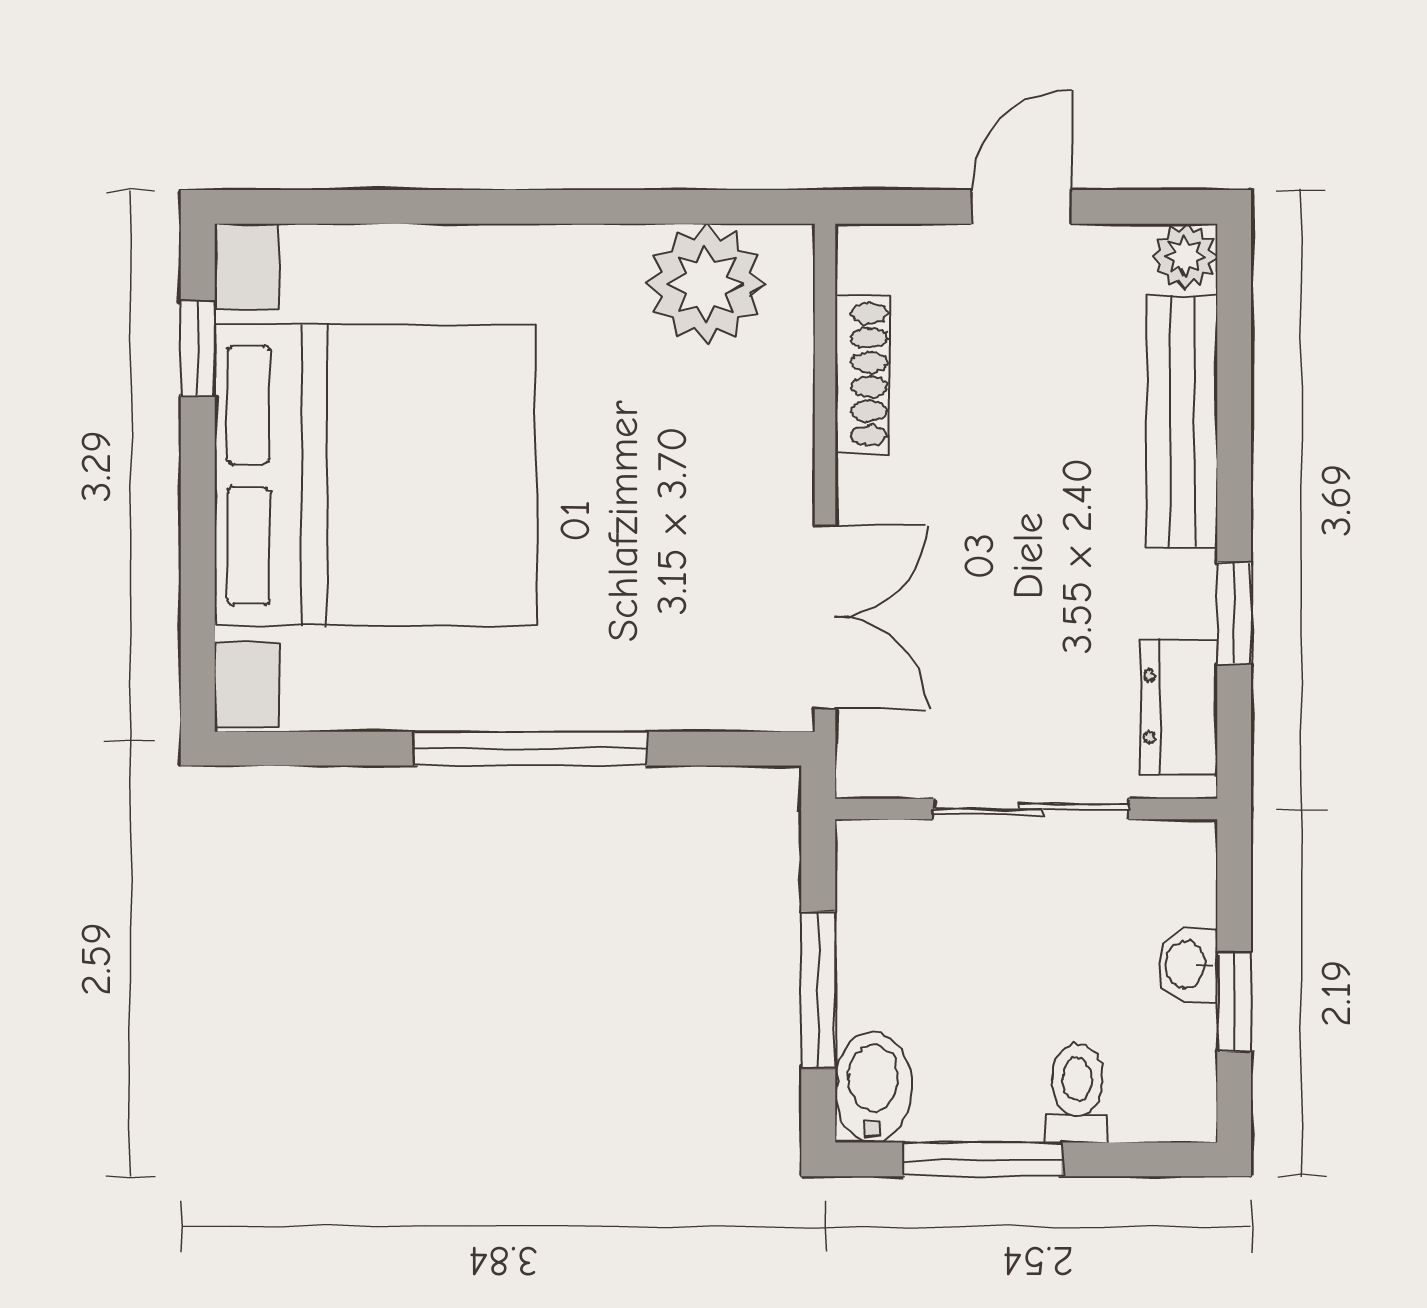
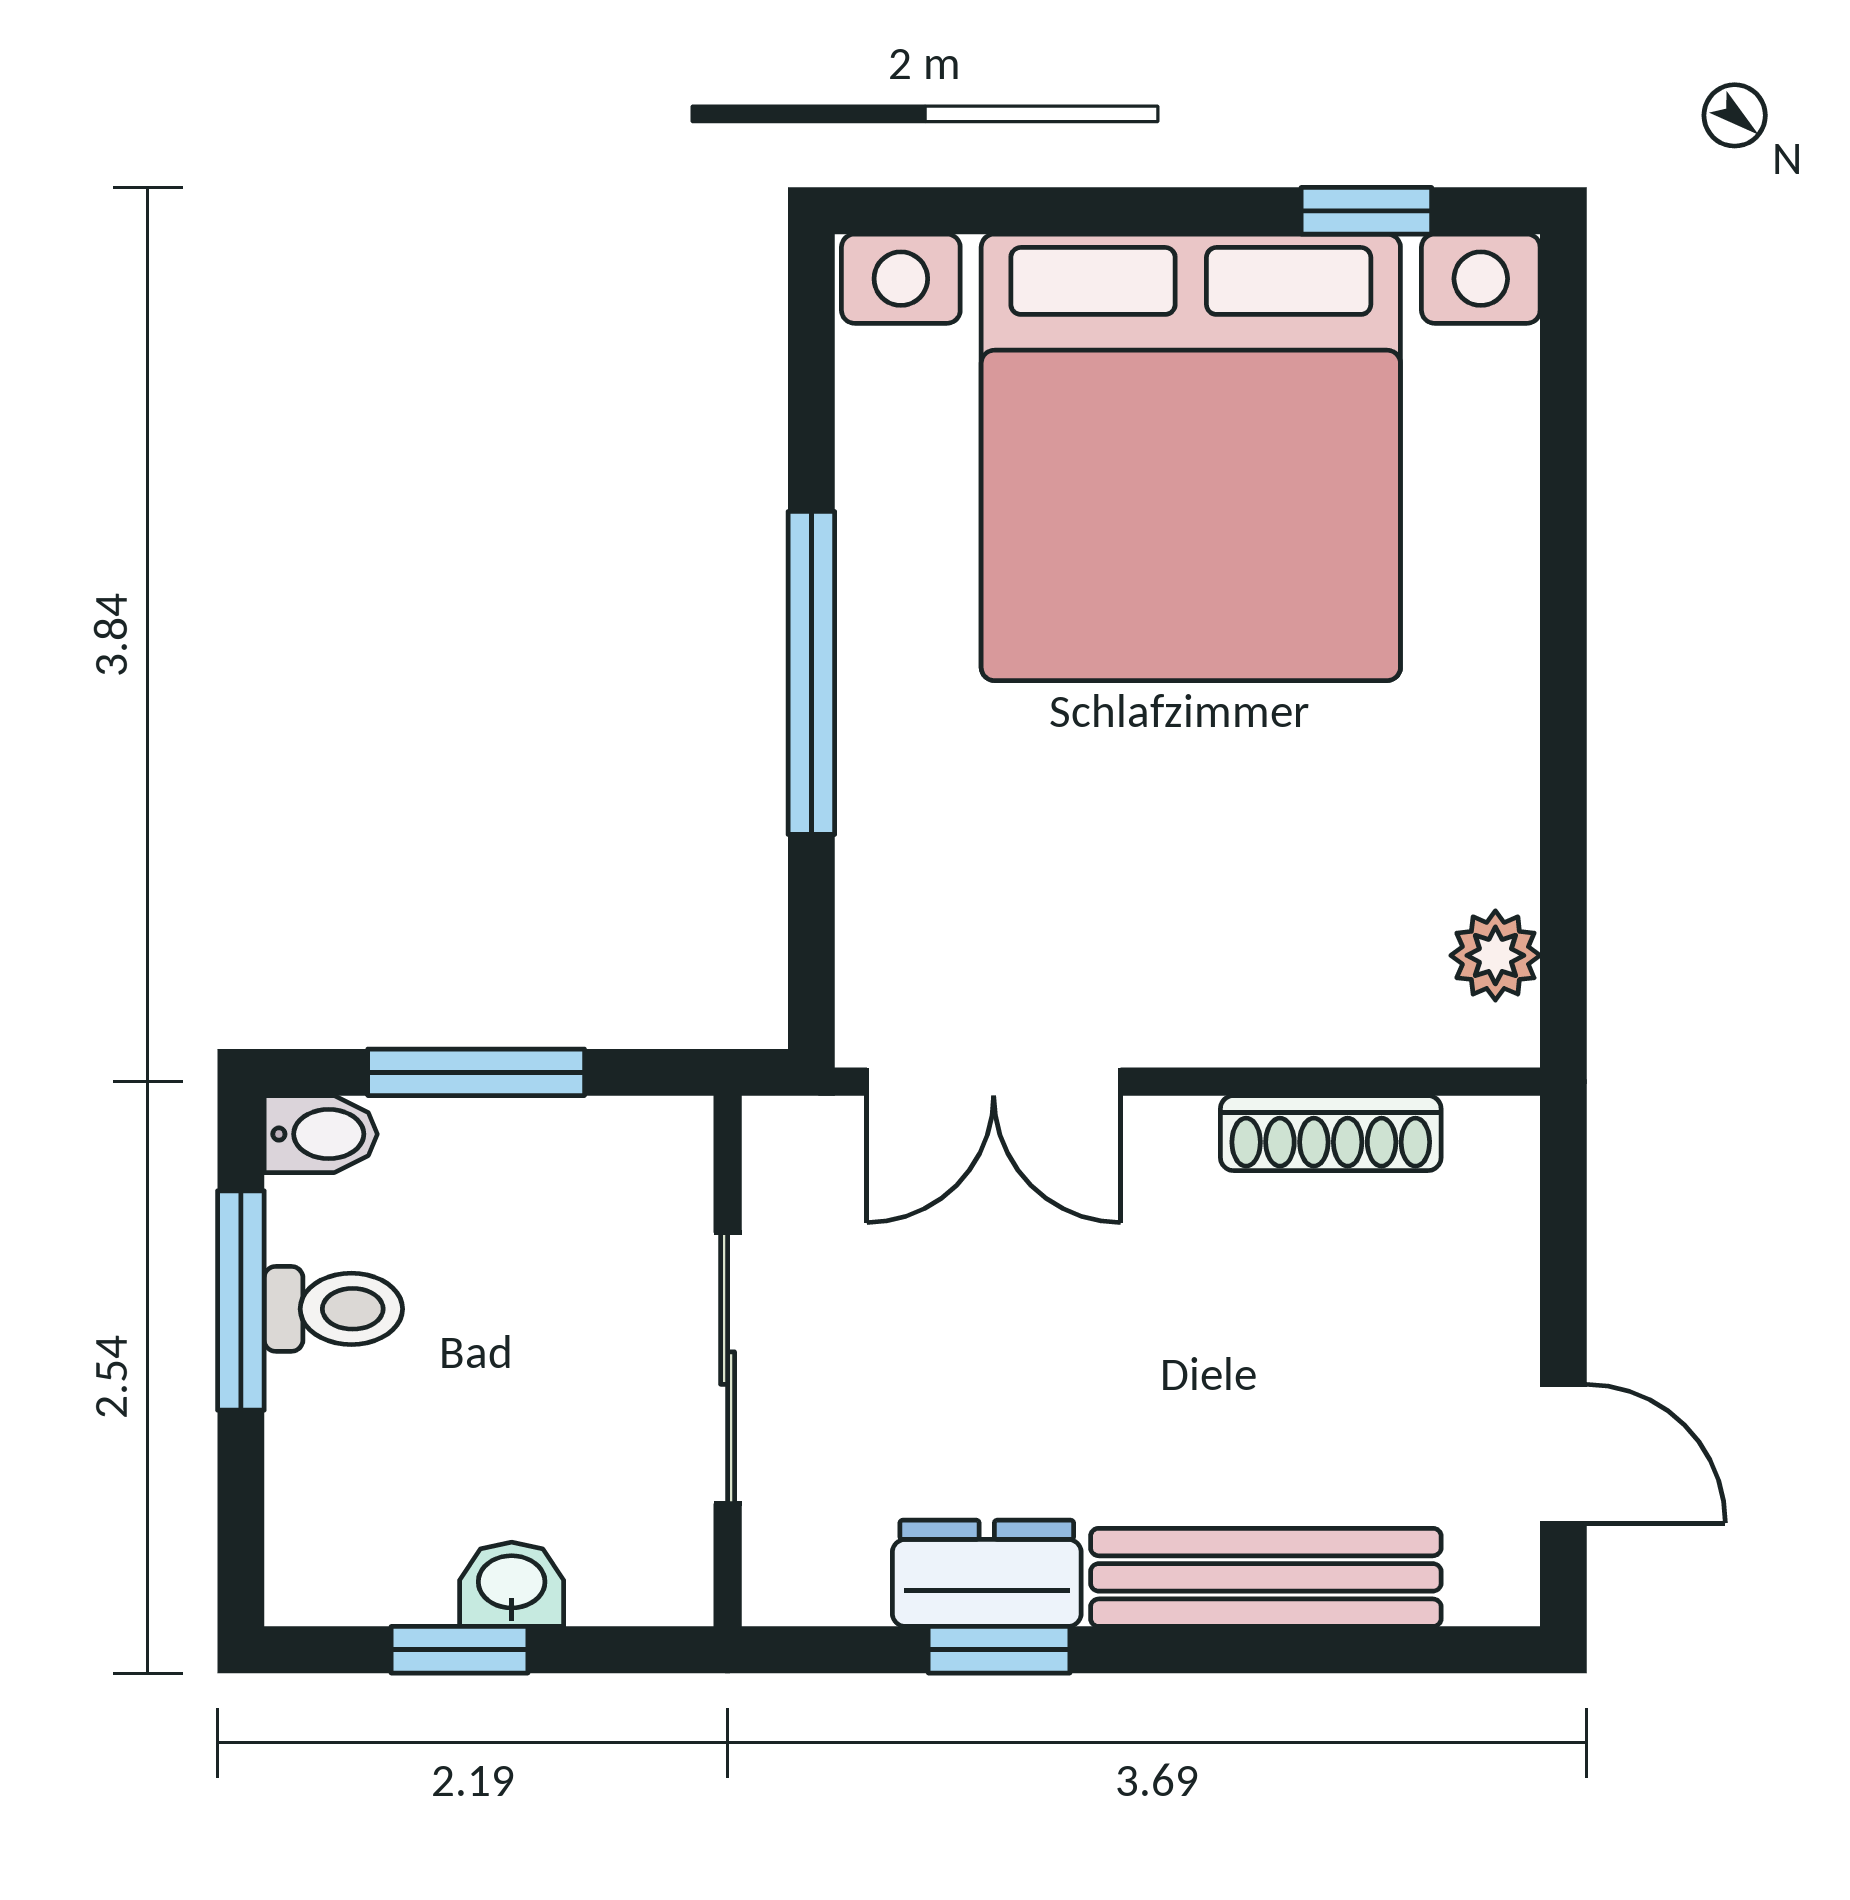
door: (1022, 207) -> (1563, 1454), moved
plant: (1185, 256) -> (1495, 1582), removed
plant: (706, 284) -> (1495, 955), width x0.53, depth x0.53
dresser: (1179, 707) -> (987, 1573), moved
bidet: (873, 1087) -> (321, 1134), width x0.72, depth x0.74
toilet: (1077, 1093) -> (333, 1309), moved

